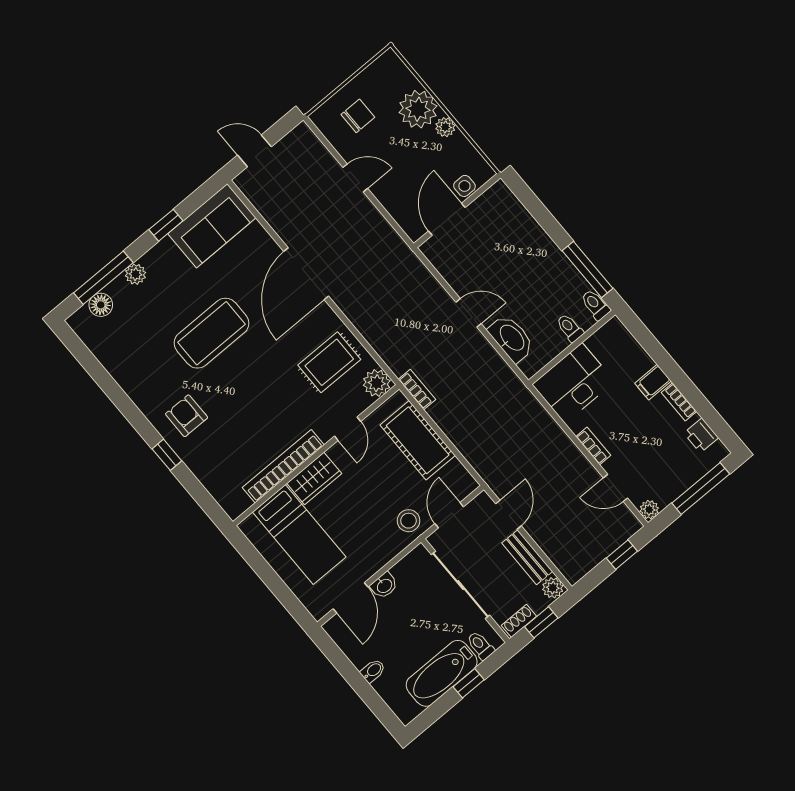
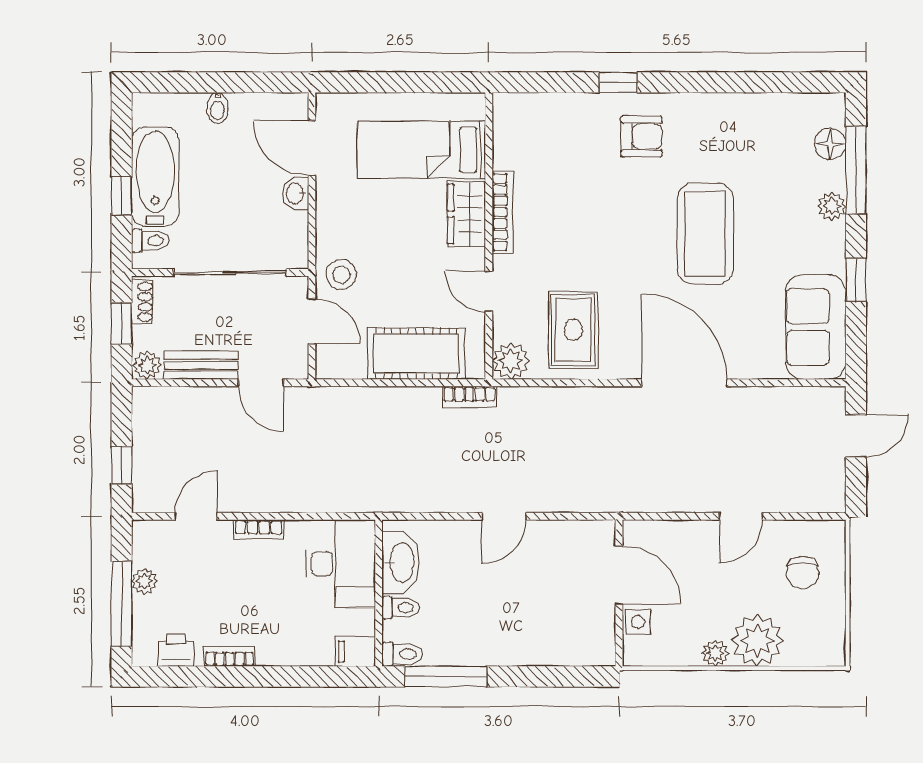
washbasin: (511, 338) -> (401, 563), moved, turned -90
filing cabinet: (653, 382) -> (355, 652), moved, turned -90
bookcase: (283, 466) -> (503, 212), width x0.68, depth x0.76
plant: (649, 510) -> (144, 581), moved

